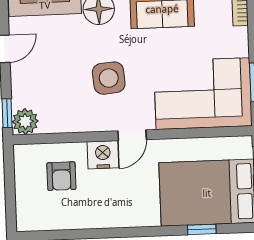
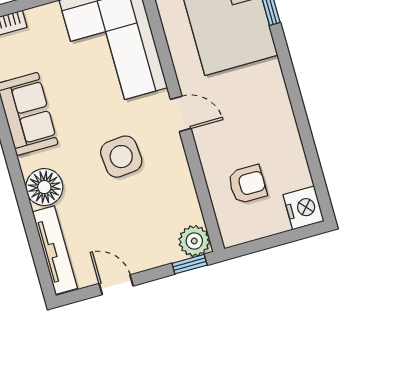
nightstand: (103, 155) -> (304, 208), moved, turned 180

